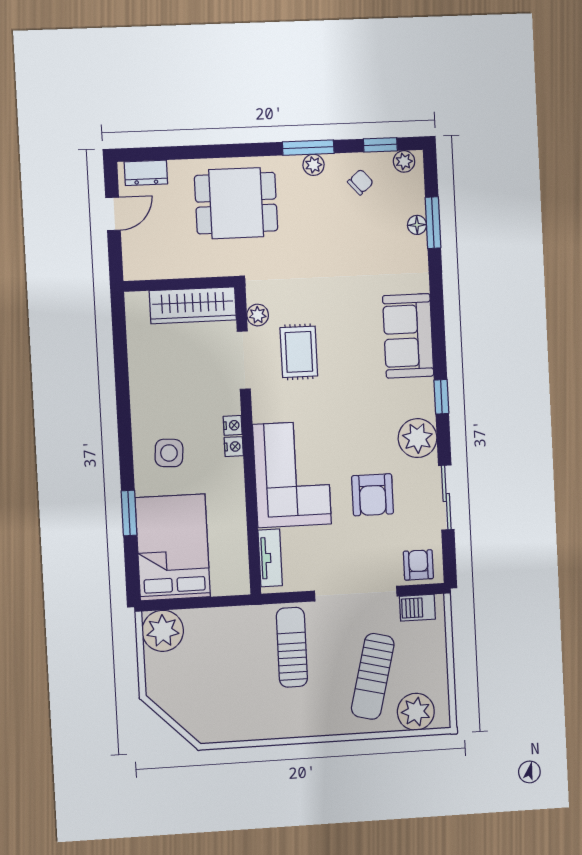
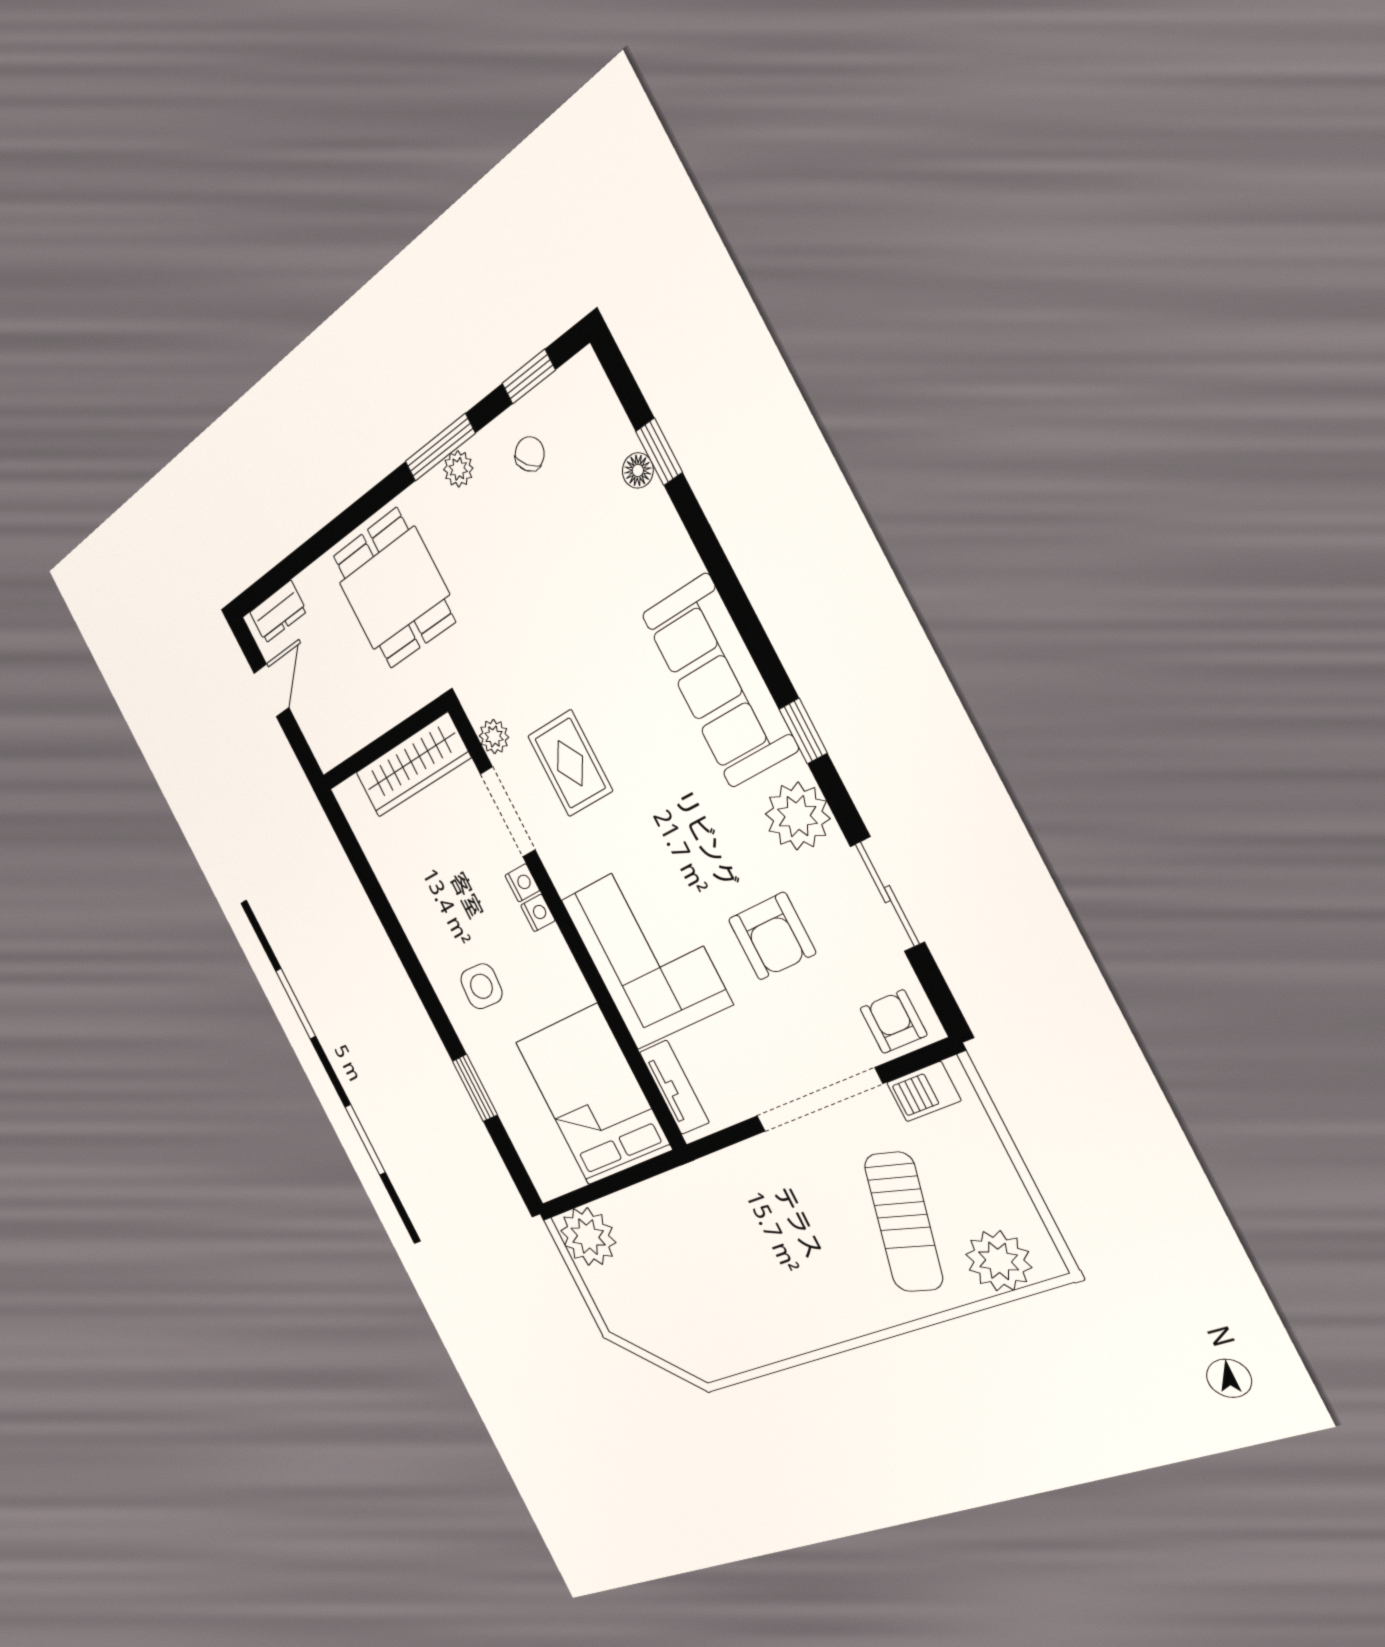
plant: (404, 161) -> (573, 380), removed
dining table: (236, 203) -> (394, 589), turned 90
window: (433, 223) -> (659, 452), width x0.67
sofa: (408, 336) -> (720, 681), width x1.36
nightstand: (234, 447) -> (522, 883), moved
bed: (173, 547) -> (593, 1095), moved
sun lounger: (292, 647) -> (765, 1211), removed

